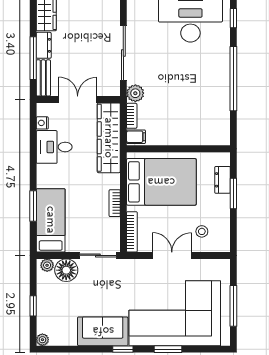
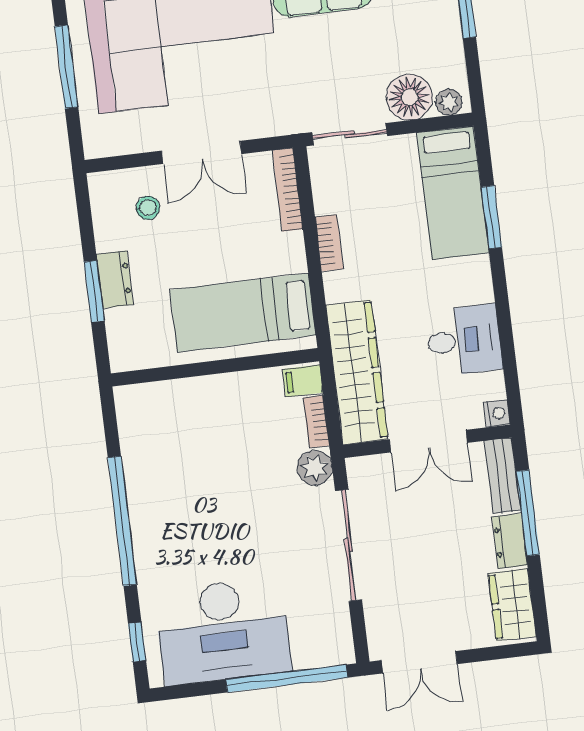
nightstand: (42, 123) -> (497, 413), moved
dresser: (222, 180) -> (115, 279), moved
bed: (161, 182) -> (243, 313), width x0.67

